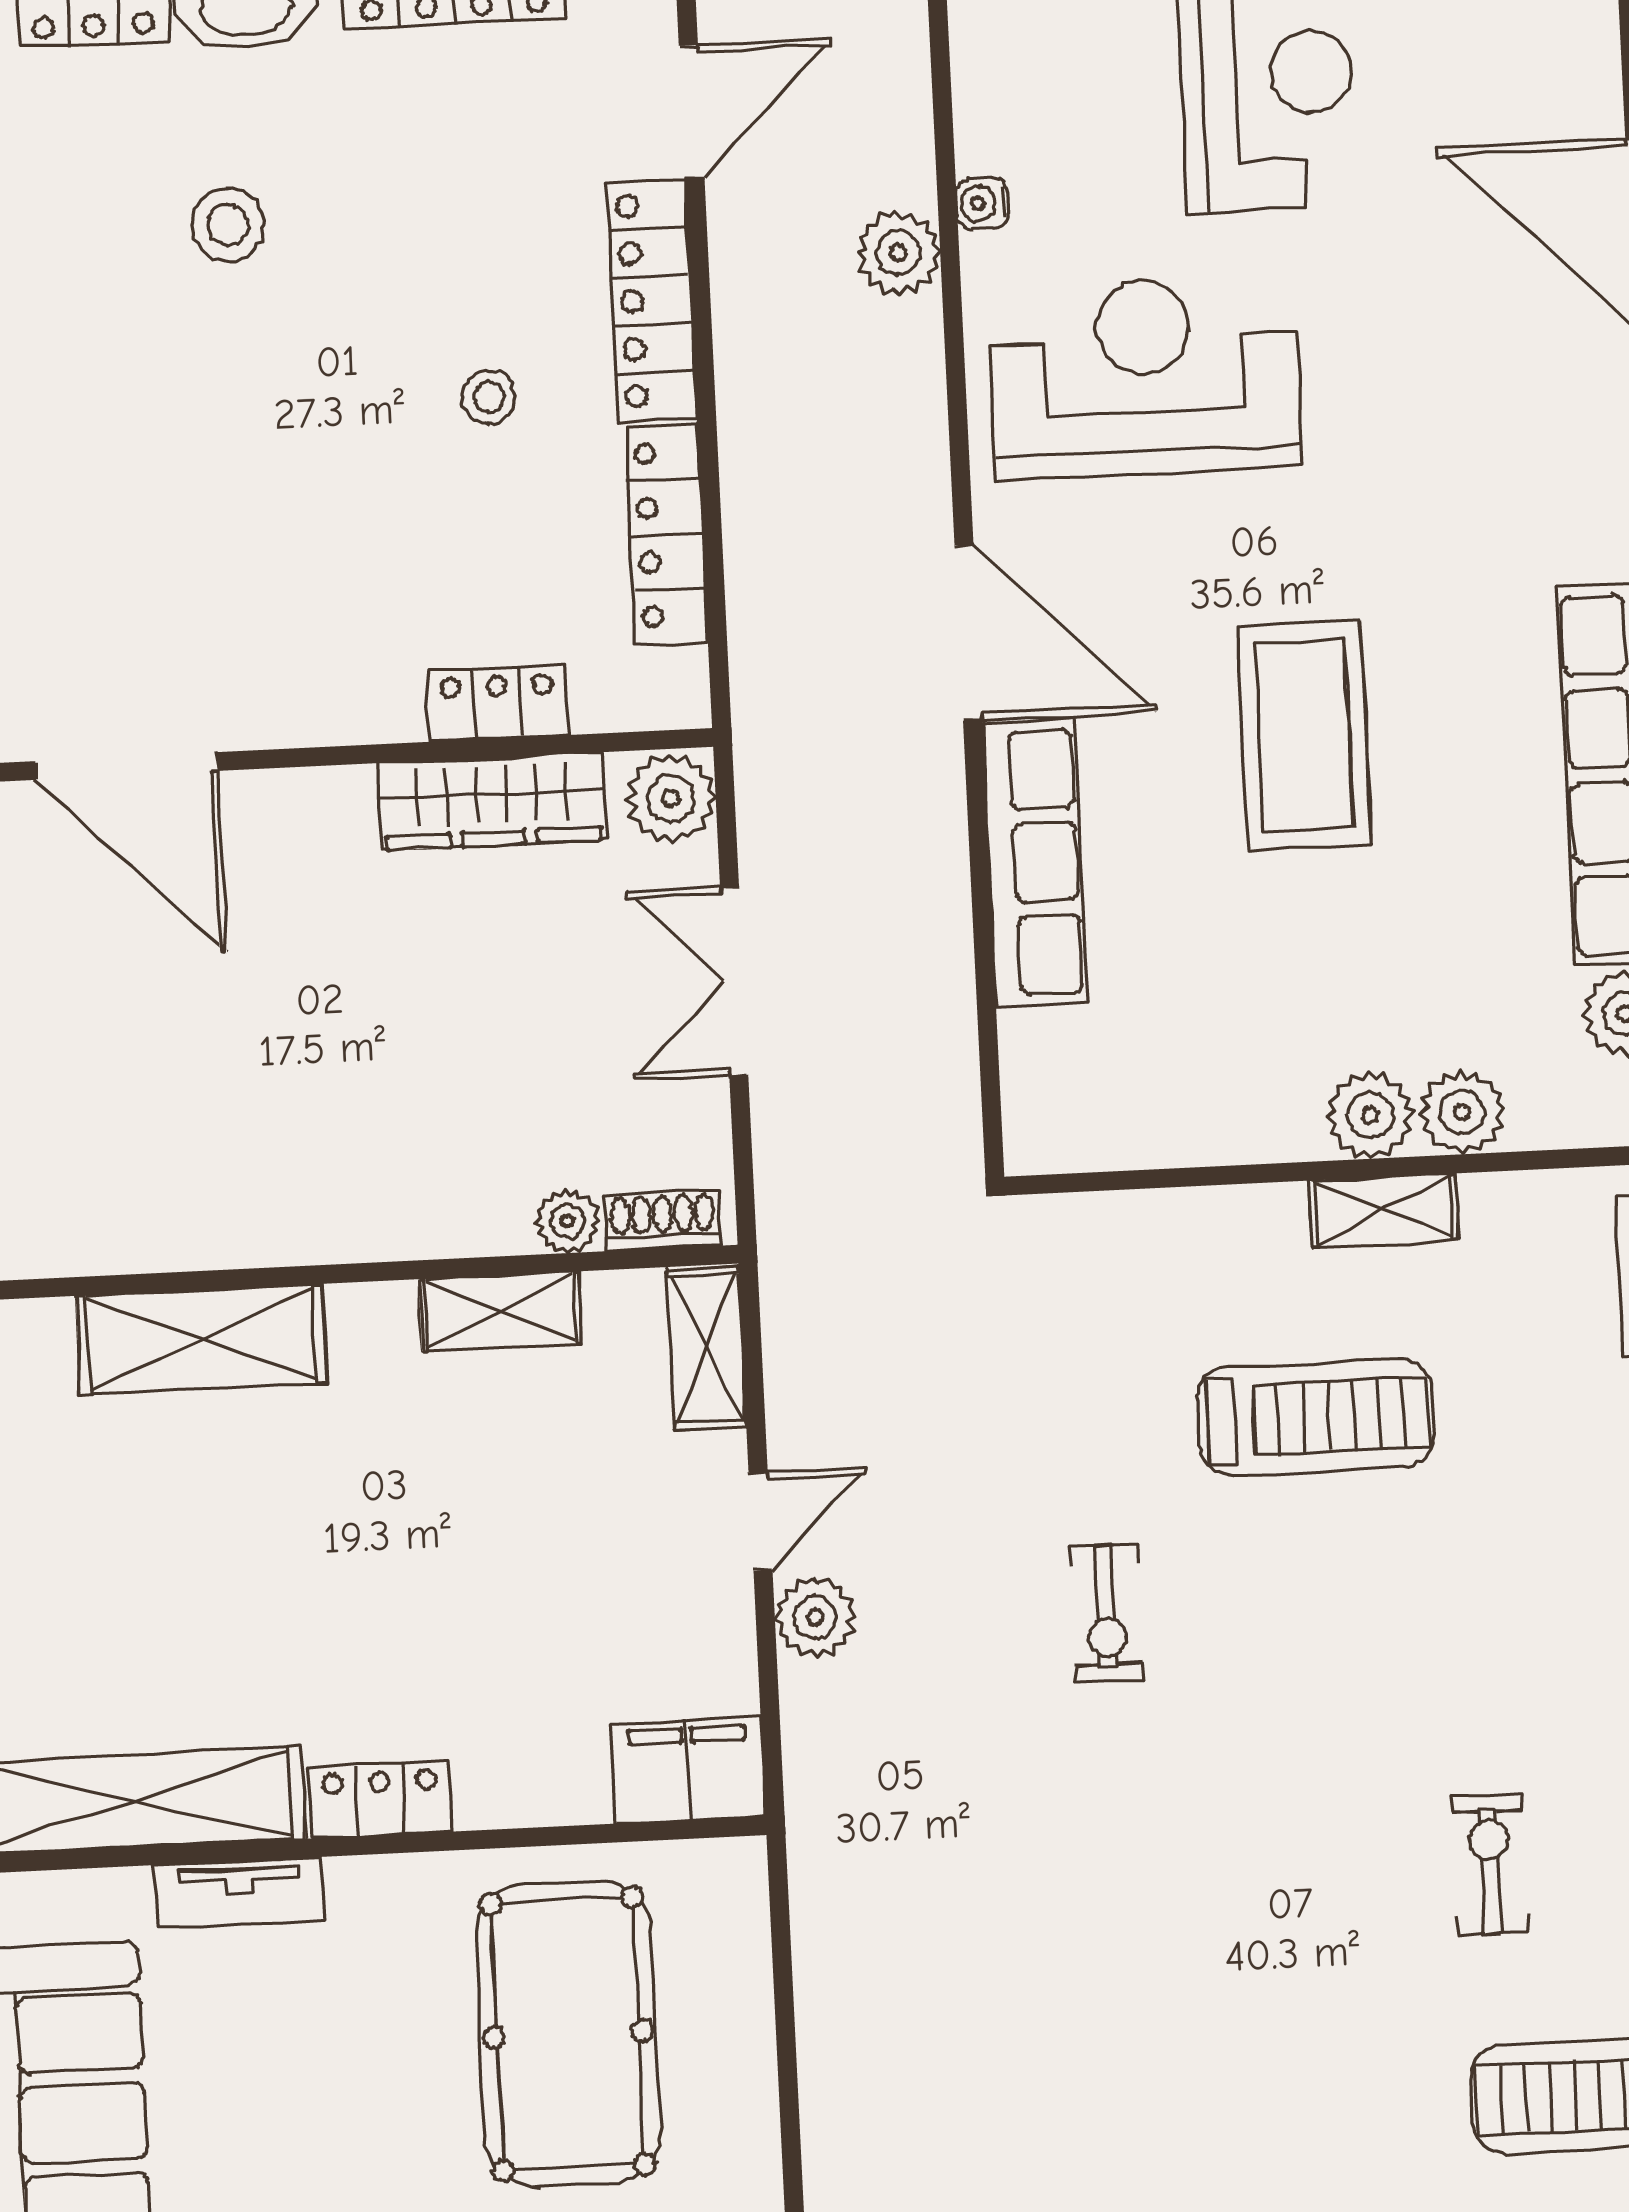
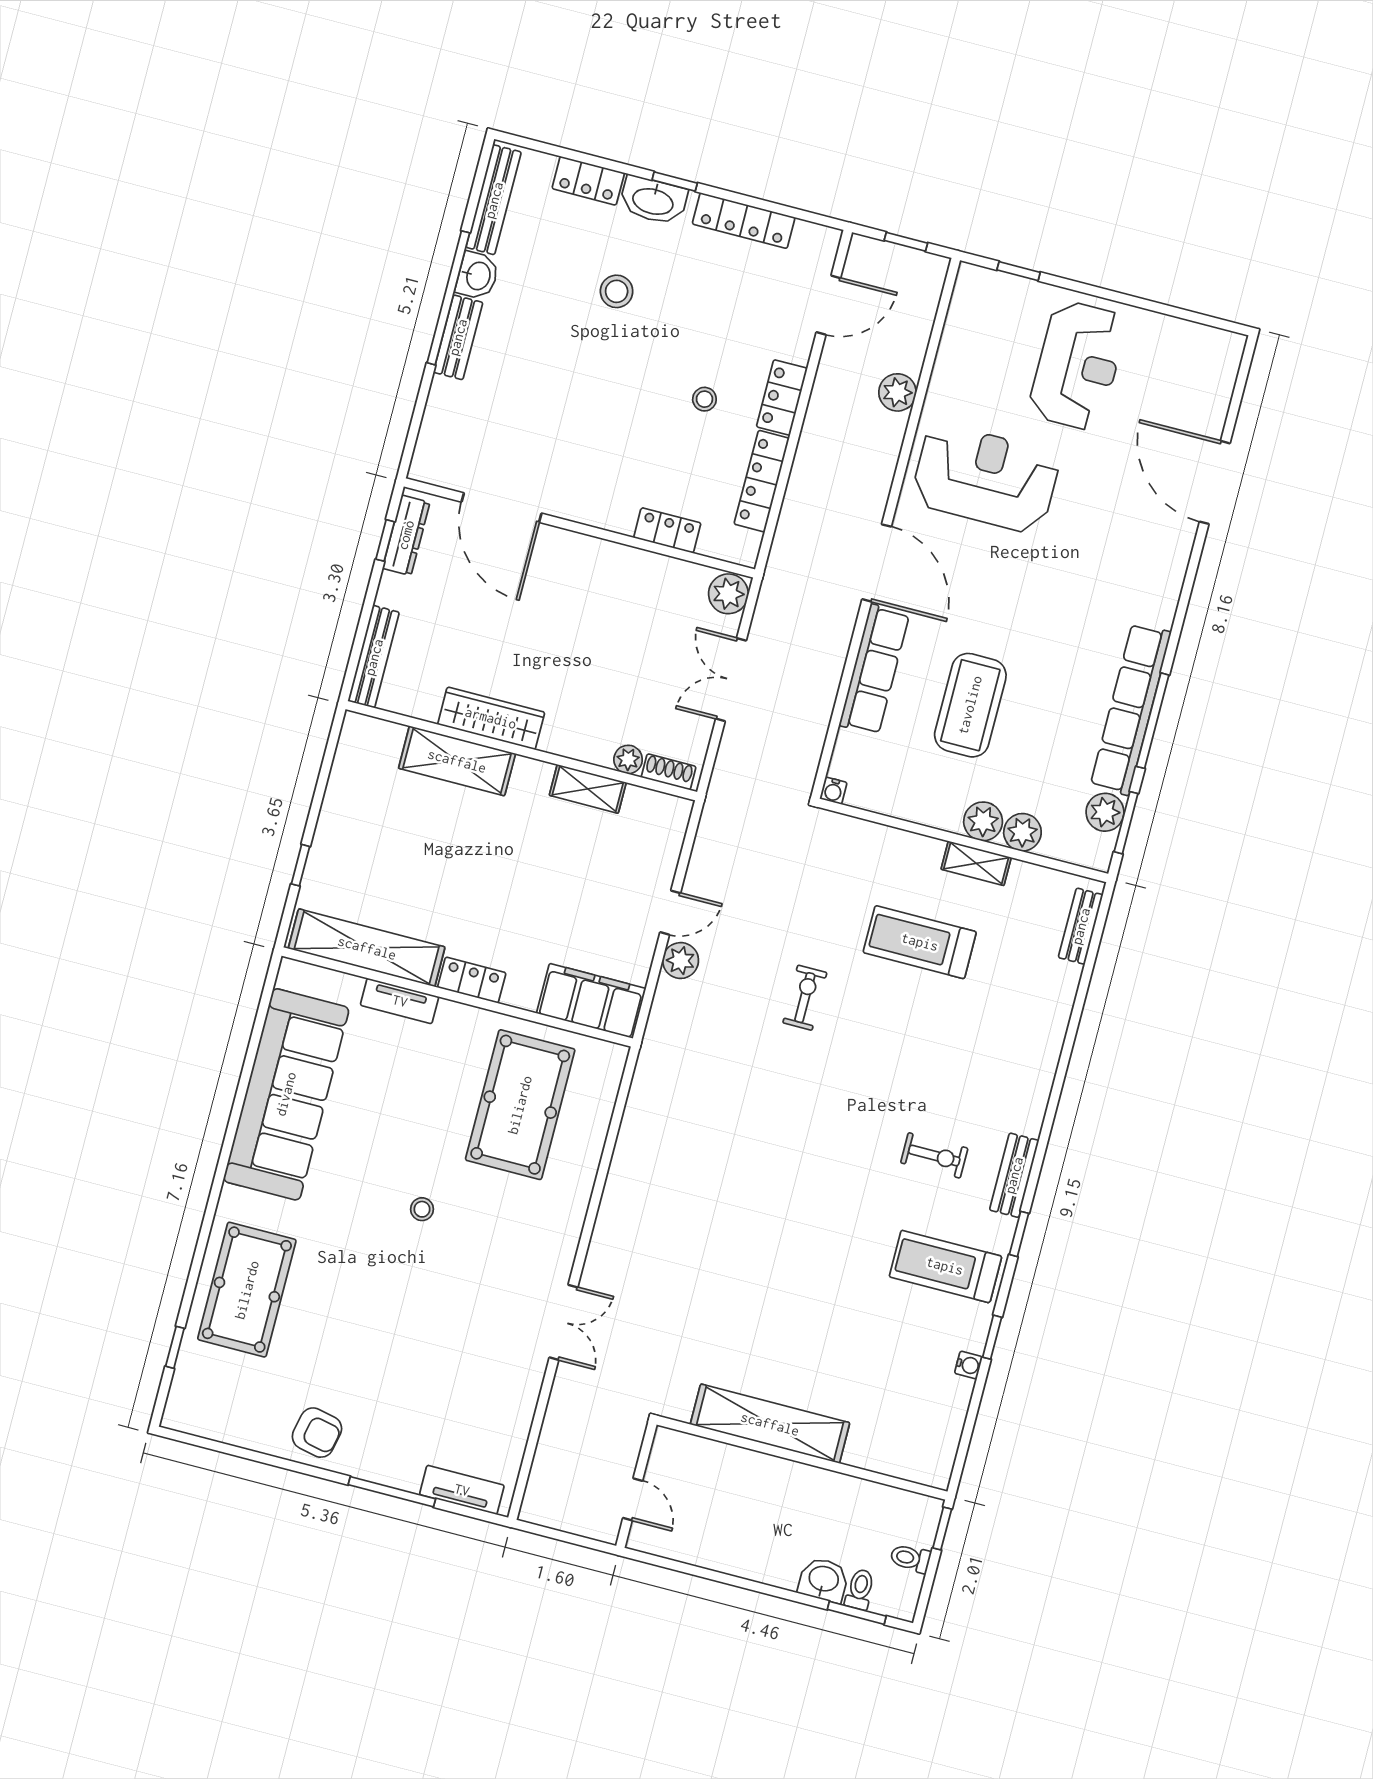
water cooler: (982, 203) -> (833, 791), moved, turned -90
locker: (652, 300) -> (782, 398), width x0.66
coffee table: (1304, 736) -> (970, 705), moved
wardrobe: (492, 801) -> (491, 718), moved, turned 180
shelving: (707, 1349) -> (670, 832), removed
treadmill: (1316, 1417) -> (920, 942), turned 180
exercise bike: (1106, 1613) -> (805, 998), turned 180
filing cabinet: (688, 1770) -> (591, 1001), width x1.50, depth x1.17
exercise bike: (1490, 1865) -> (934, 1155), turned 90

